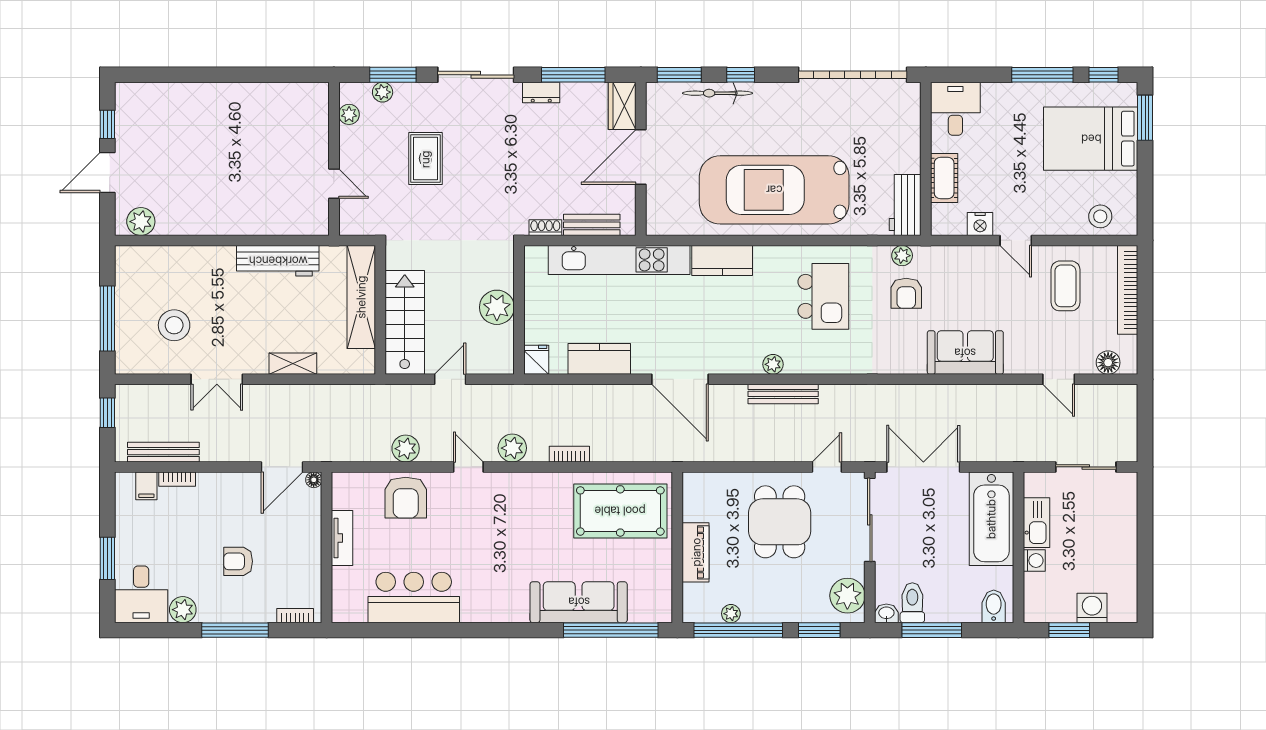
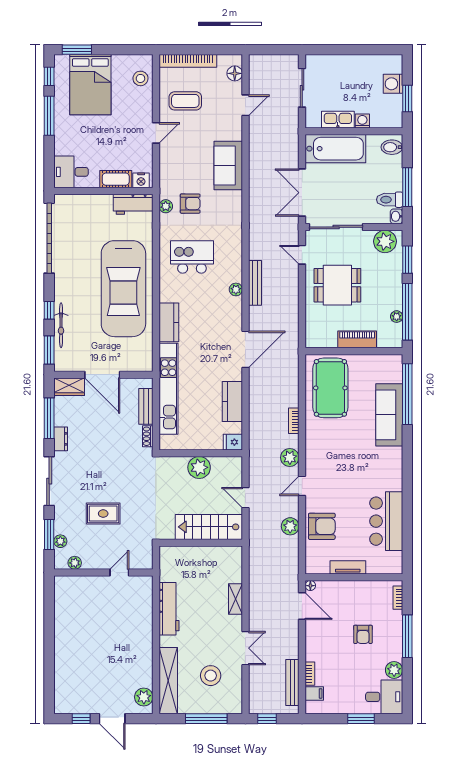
nightstand: (980, 224) -> (141, 180), moved, turned 90
shelving: (361, 297) -> (168, 681), moved, turned 90

